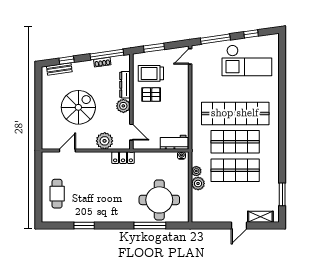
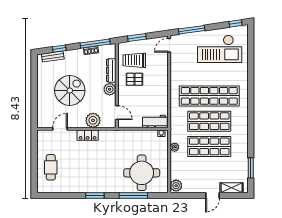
window: (251, 34) -> (235, 23), moved
locker: (123, 158) -> (88, 135), moved
plant: (198, 184) -> (176, 186), moved
window: (84, 225) -> (95, 196), moved

